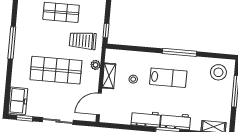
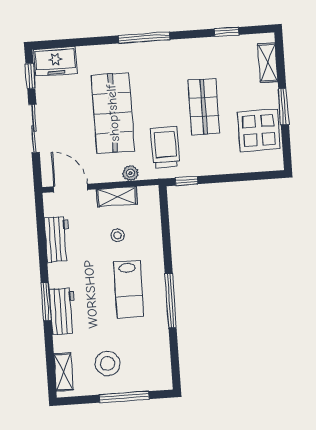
stool: (218, 72) -> (108, 363), moved
workbench: (146, 119) -> (57, 239), moved

